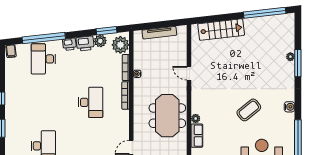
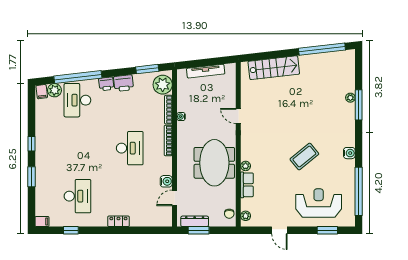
plant: (100, 41) -> (54, 90), moved
water cooler: (124, 132) -> (166, 181), added

